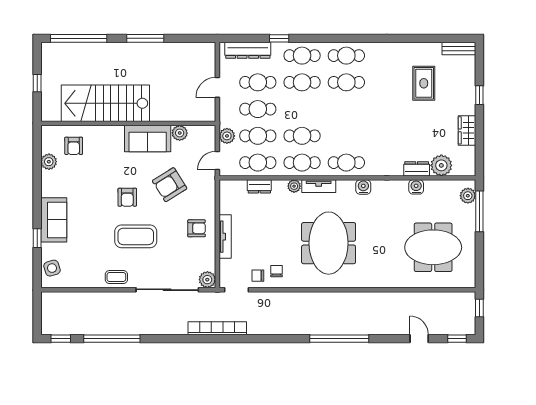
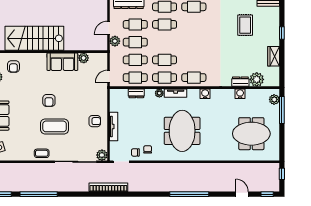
cafe table: (346, 82) -> (194, 24), removed
plant: (227, 136) -> (115, 41), moved
armchair: (170, 185) -> (77, 92), removed

